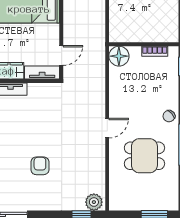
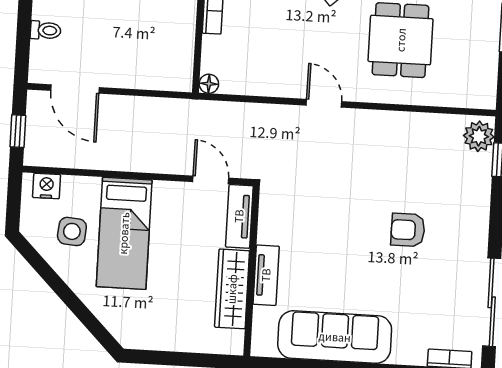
floor lamp: (119, 56) -> (209, 84), width x0.53, depth x0.53
door: (107, 128) -> (324, 103), moved

